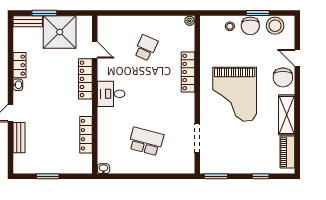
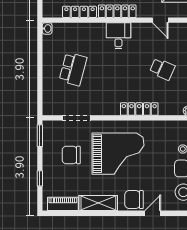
door: (95, 50) -> (160, 20), hinge flipped
locker: (85, 79) -> (117, 11), moved
grand piano: (235, 94) -> (118, 154), turned 180
chair: (236, 143) -> (71, 155), added

